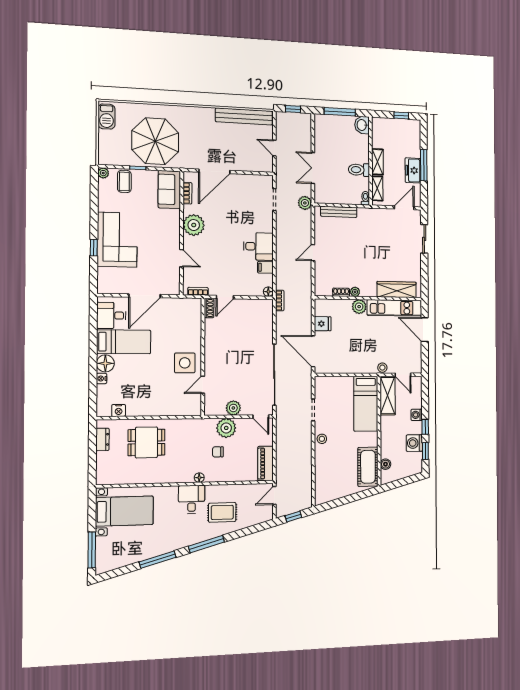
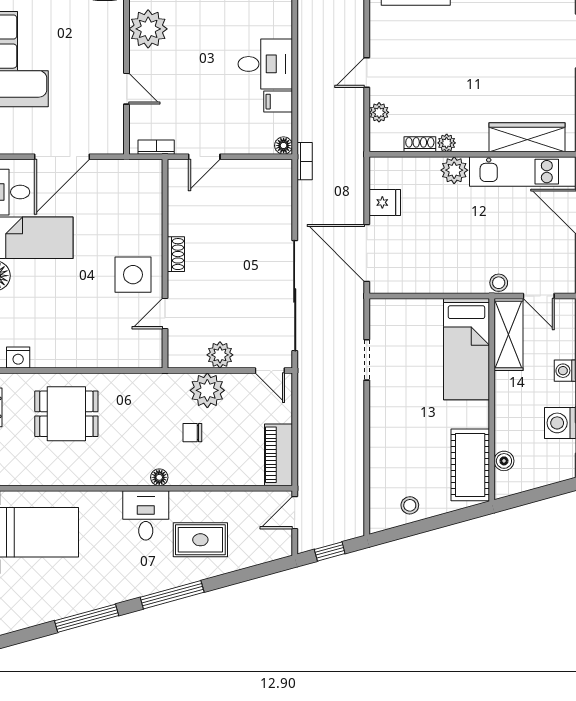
plant: (320, 274) -> (379, 112), added
shoe rack: (209, 308) -> (176, 254), moved
stool: (322, 439) -> (410, 505), moved

